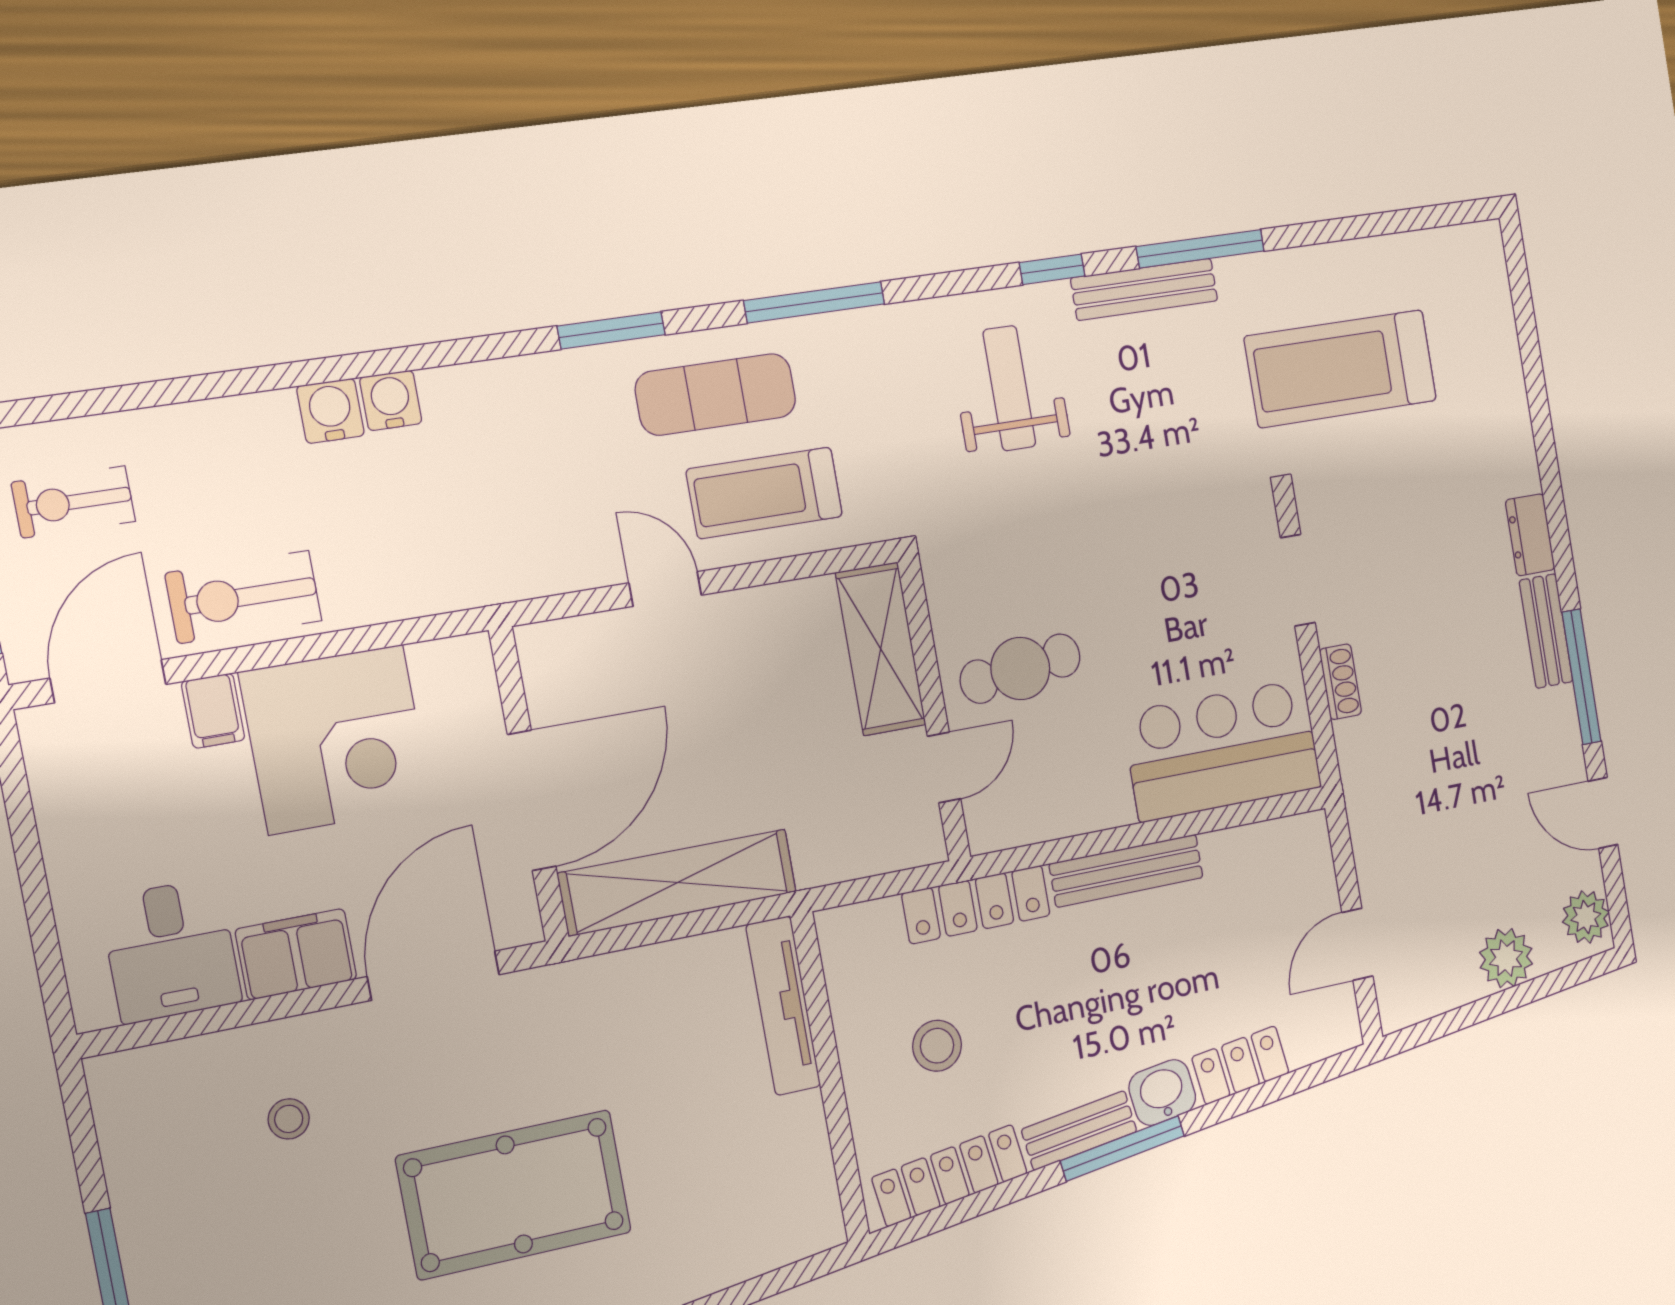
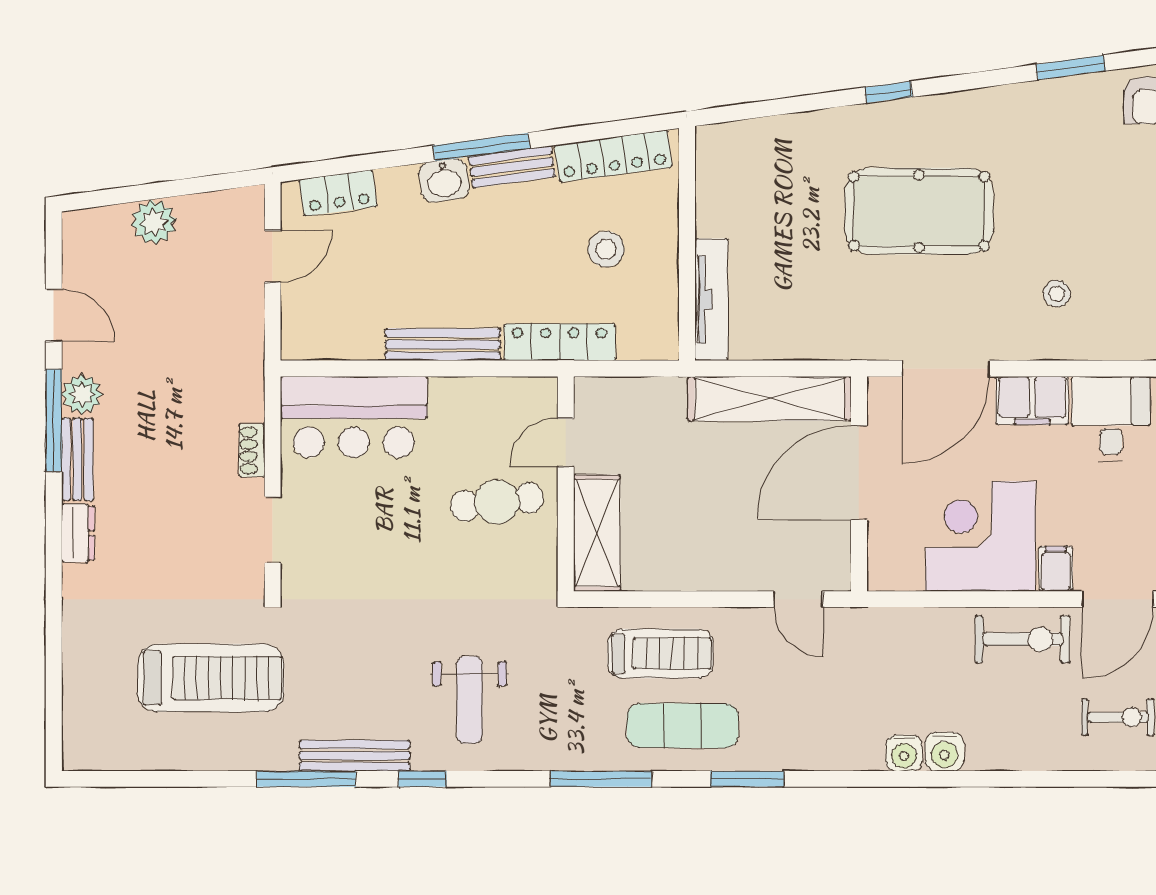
door: (665, 589) -> (798, 599), moved
plant: (1586, 917) -> (82, 394), moved
locker: (1240, 1065) -> (338, 193), moved

